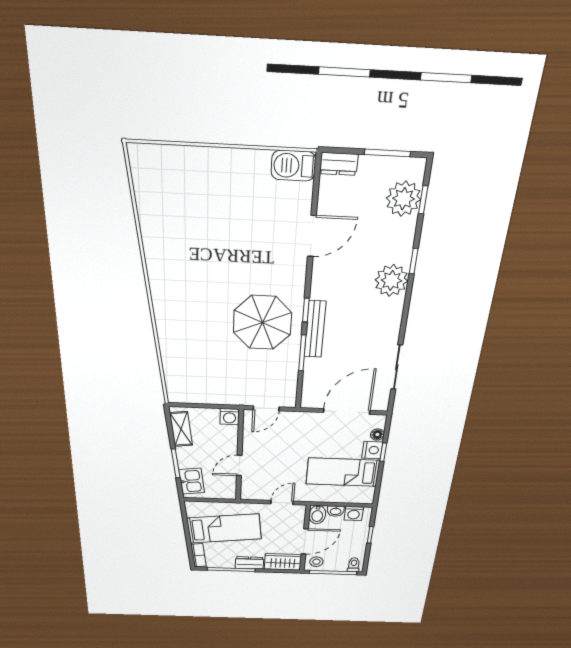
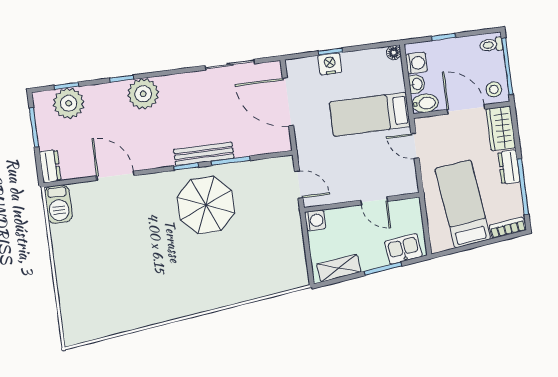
floor lamp: (377, 435) -> (394, 53), moved
bed: (343, 472) -> (370, 114), moved, turned 90

